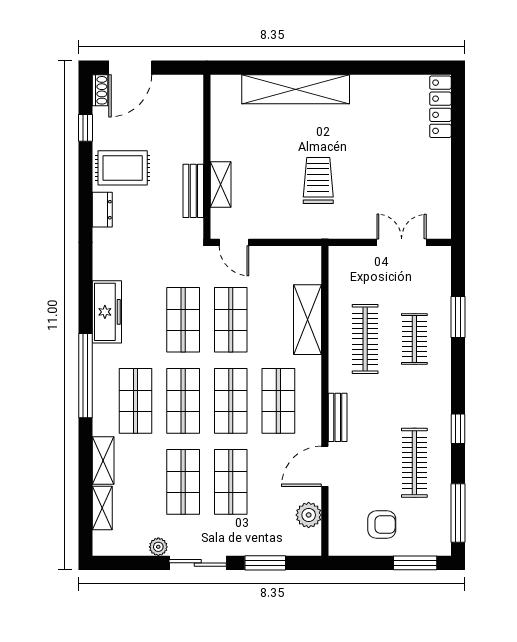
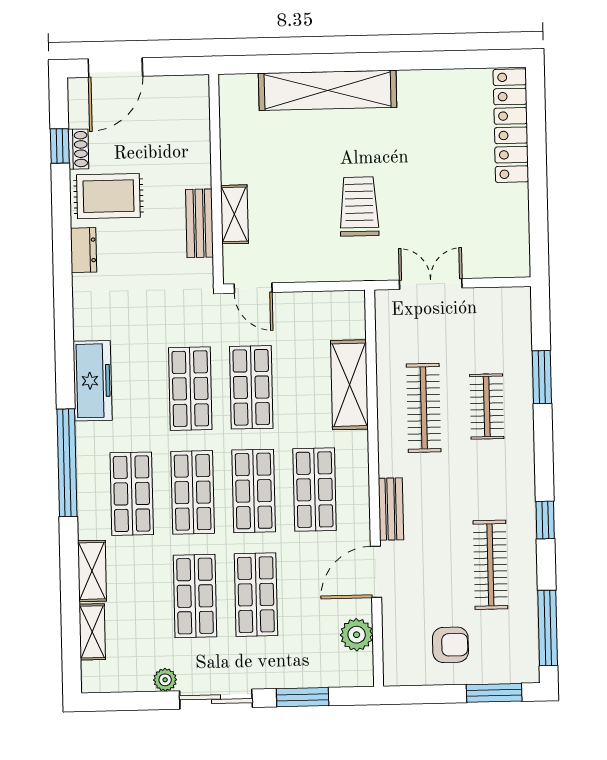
shoe rack: (100, 90) -> (78, 149), moved
locker: (440, 107) -> (511, 126), width x1.41, depth x1.21
double door: (402, 242) -> (431, 284), moved

